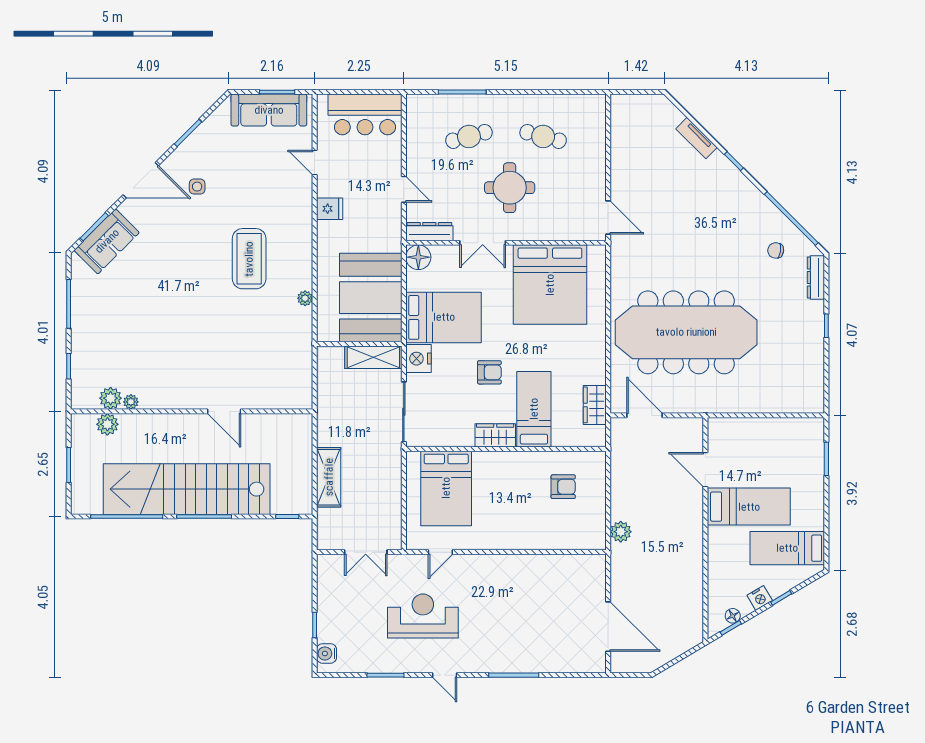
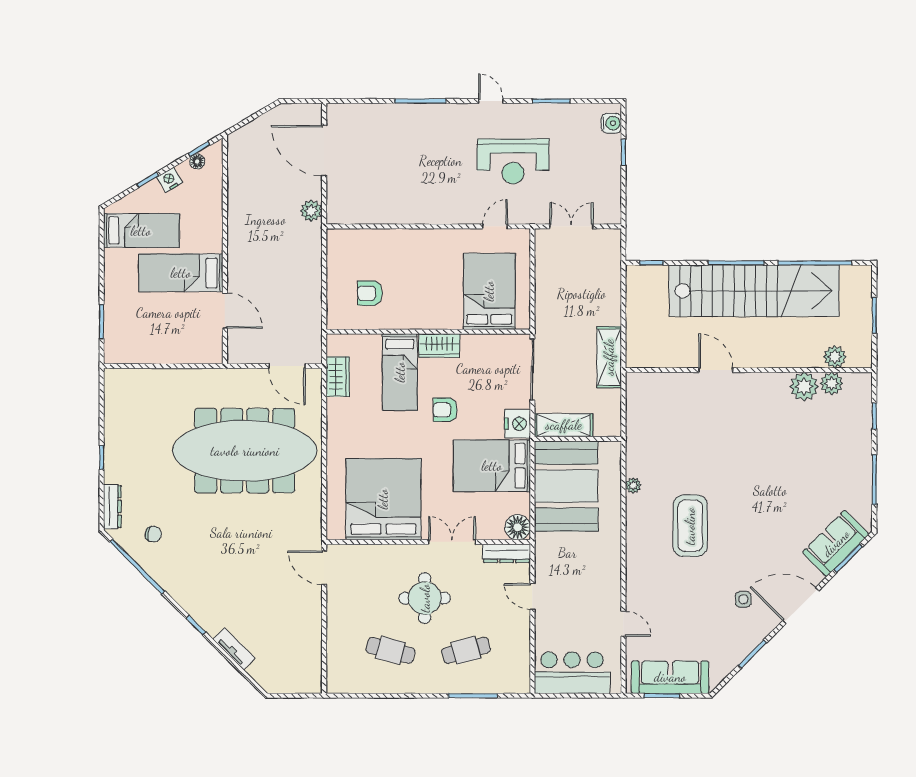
fridge: (330, 209) -> (608, 577), removed
plant: (131, 402) -> (804, 387), width x1.87, depth x1.87
shelving: (329, 477) -> (609, 357), moved
plant: (621, 532) -> (311, 211), moved

